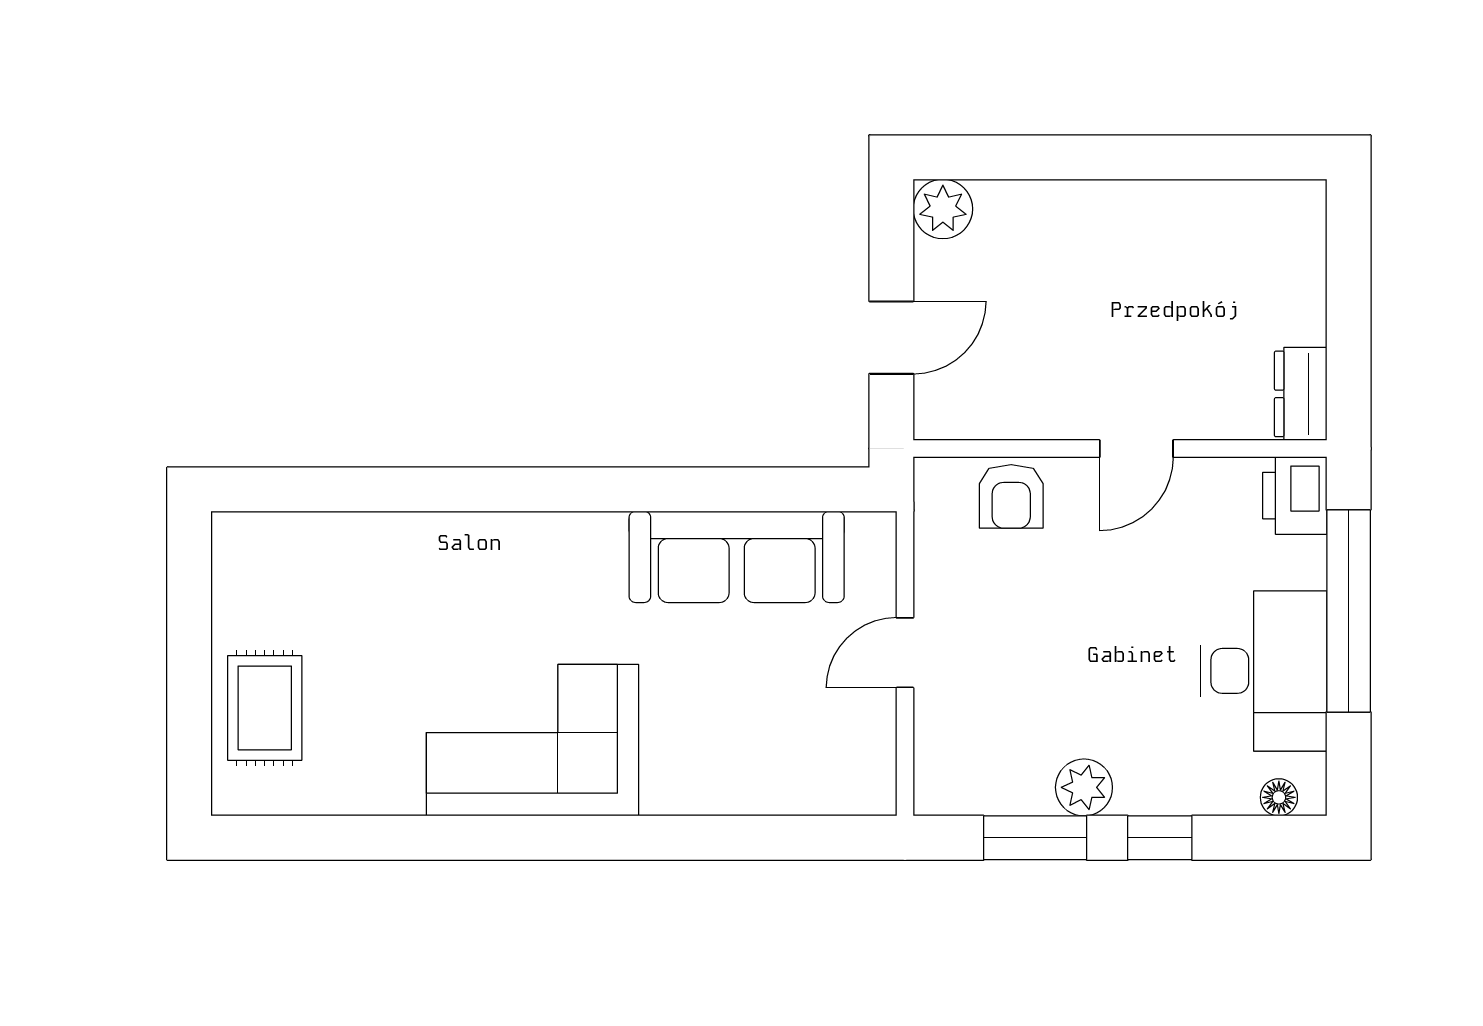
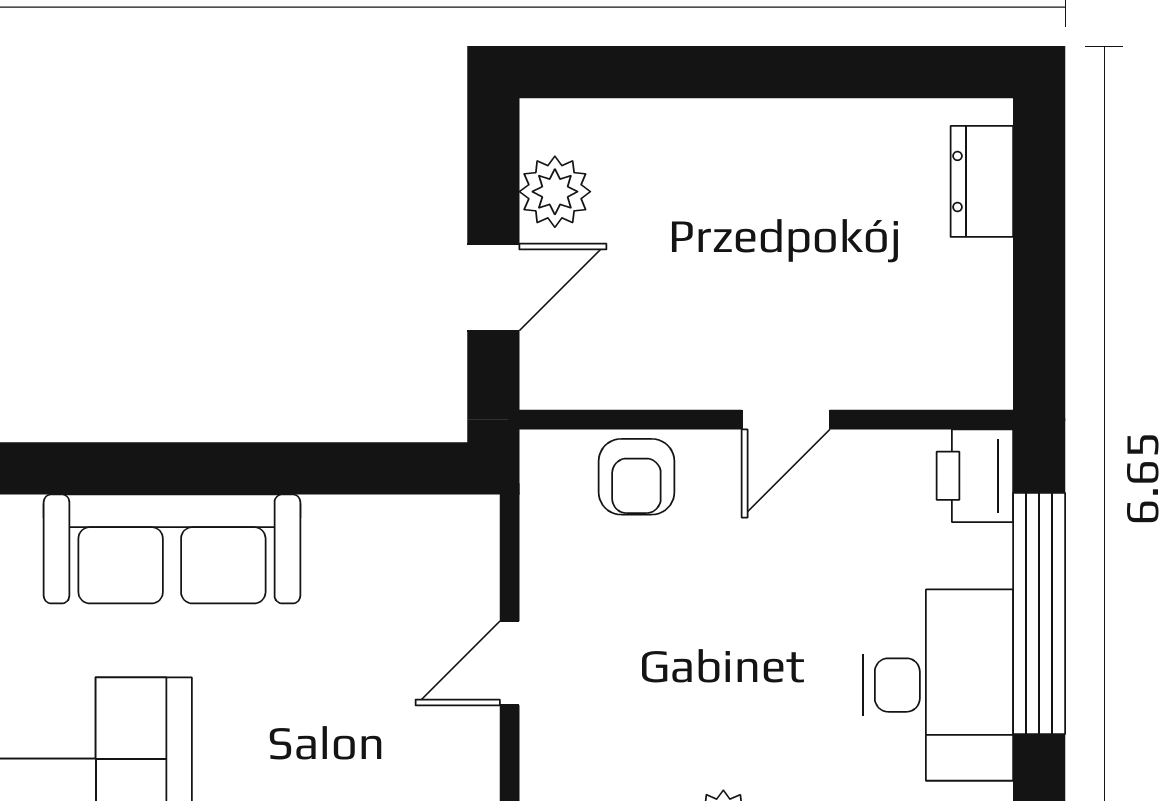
plant: (943, 209) -> (555, 192), moved
dresser: (1301, 394) -> (982, 181), moved
sofa: (737, 557) -> (172, 549), moved

